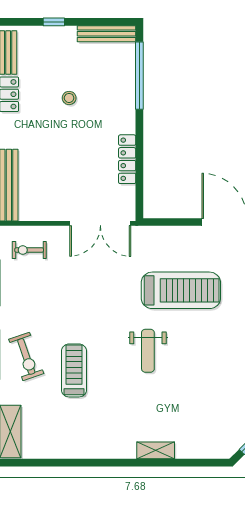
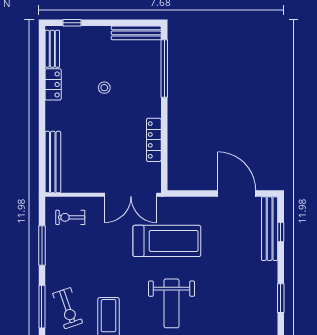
window: (54, 22) -> (72, 23), moved
treadmill: (181, 290) -> (167, 241), moved
weight bench: (148, 351) -> (172, 303), width x1.36, depth x1.33

